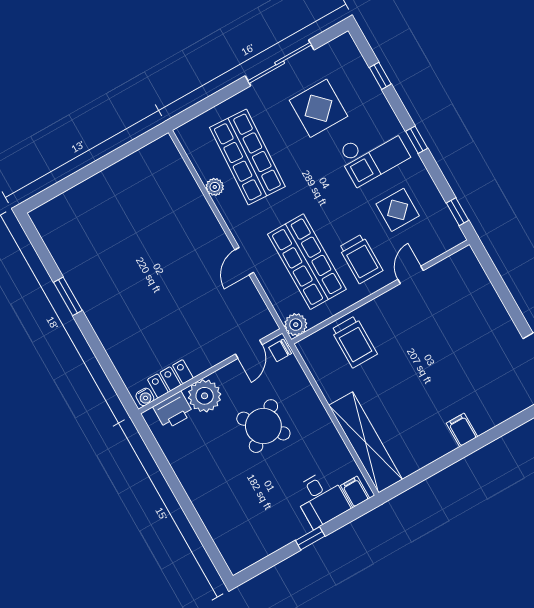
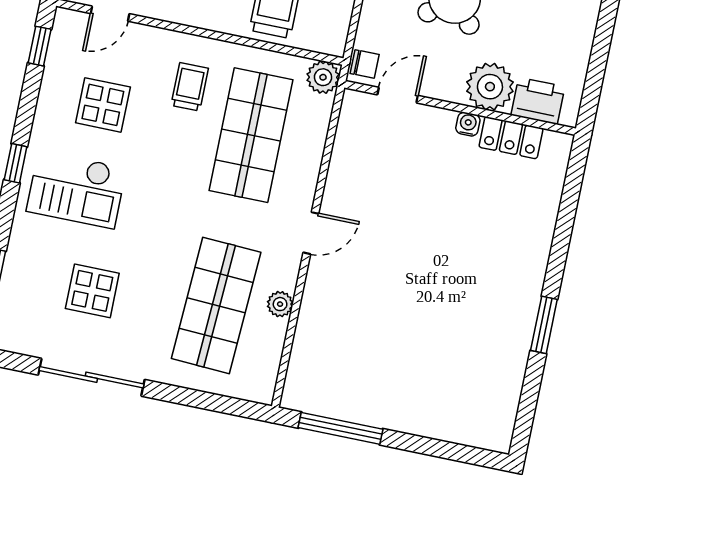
display table: (318, 108) -> (92, 291), width x0.73, depth x0.73
window: (127, 150) -> (340, 428), added
checkout: (373, 154) -> (76, 189), turned 180
trolley: (361, 259) -> (190, 87), width x0.73, depth x0.72
door: (244, 261) -> (311, 233), moved
door: (411, 275) -> (110, 14), moved
water cooler: (145, 397) -> (468, 124), moved

